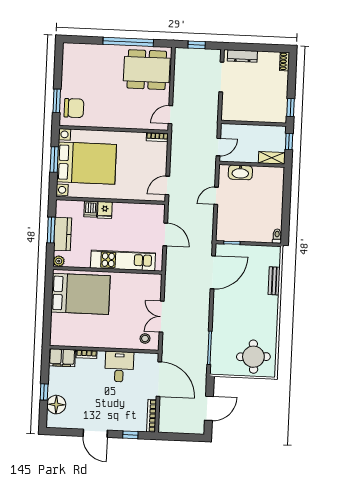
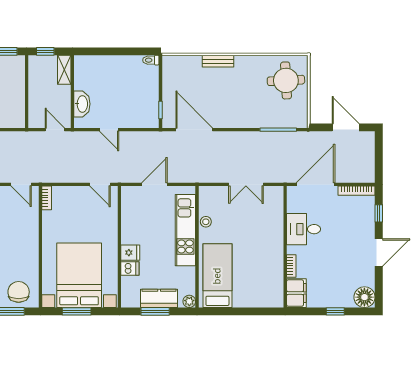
bench: (274, 281) -> (218, 61), moved
bed: (81, 294) -> (217, 276), width x0.67
stool: (145, 338) -> (206, 222), moved
floor lamp: (56, 405) -> (364, 297), moved

